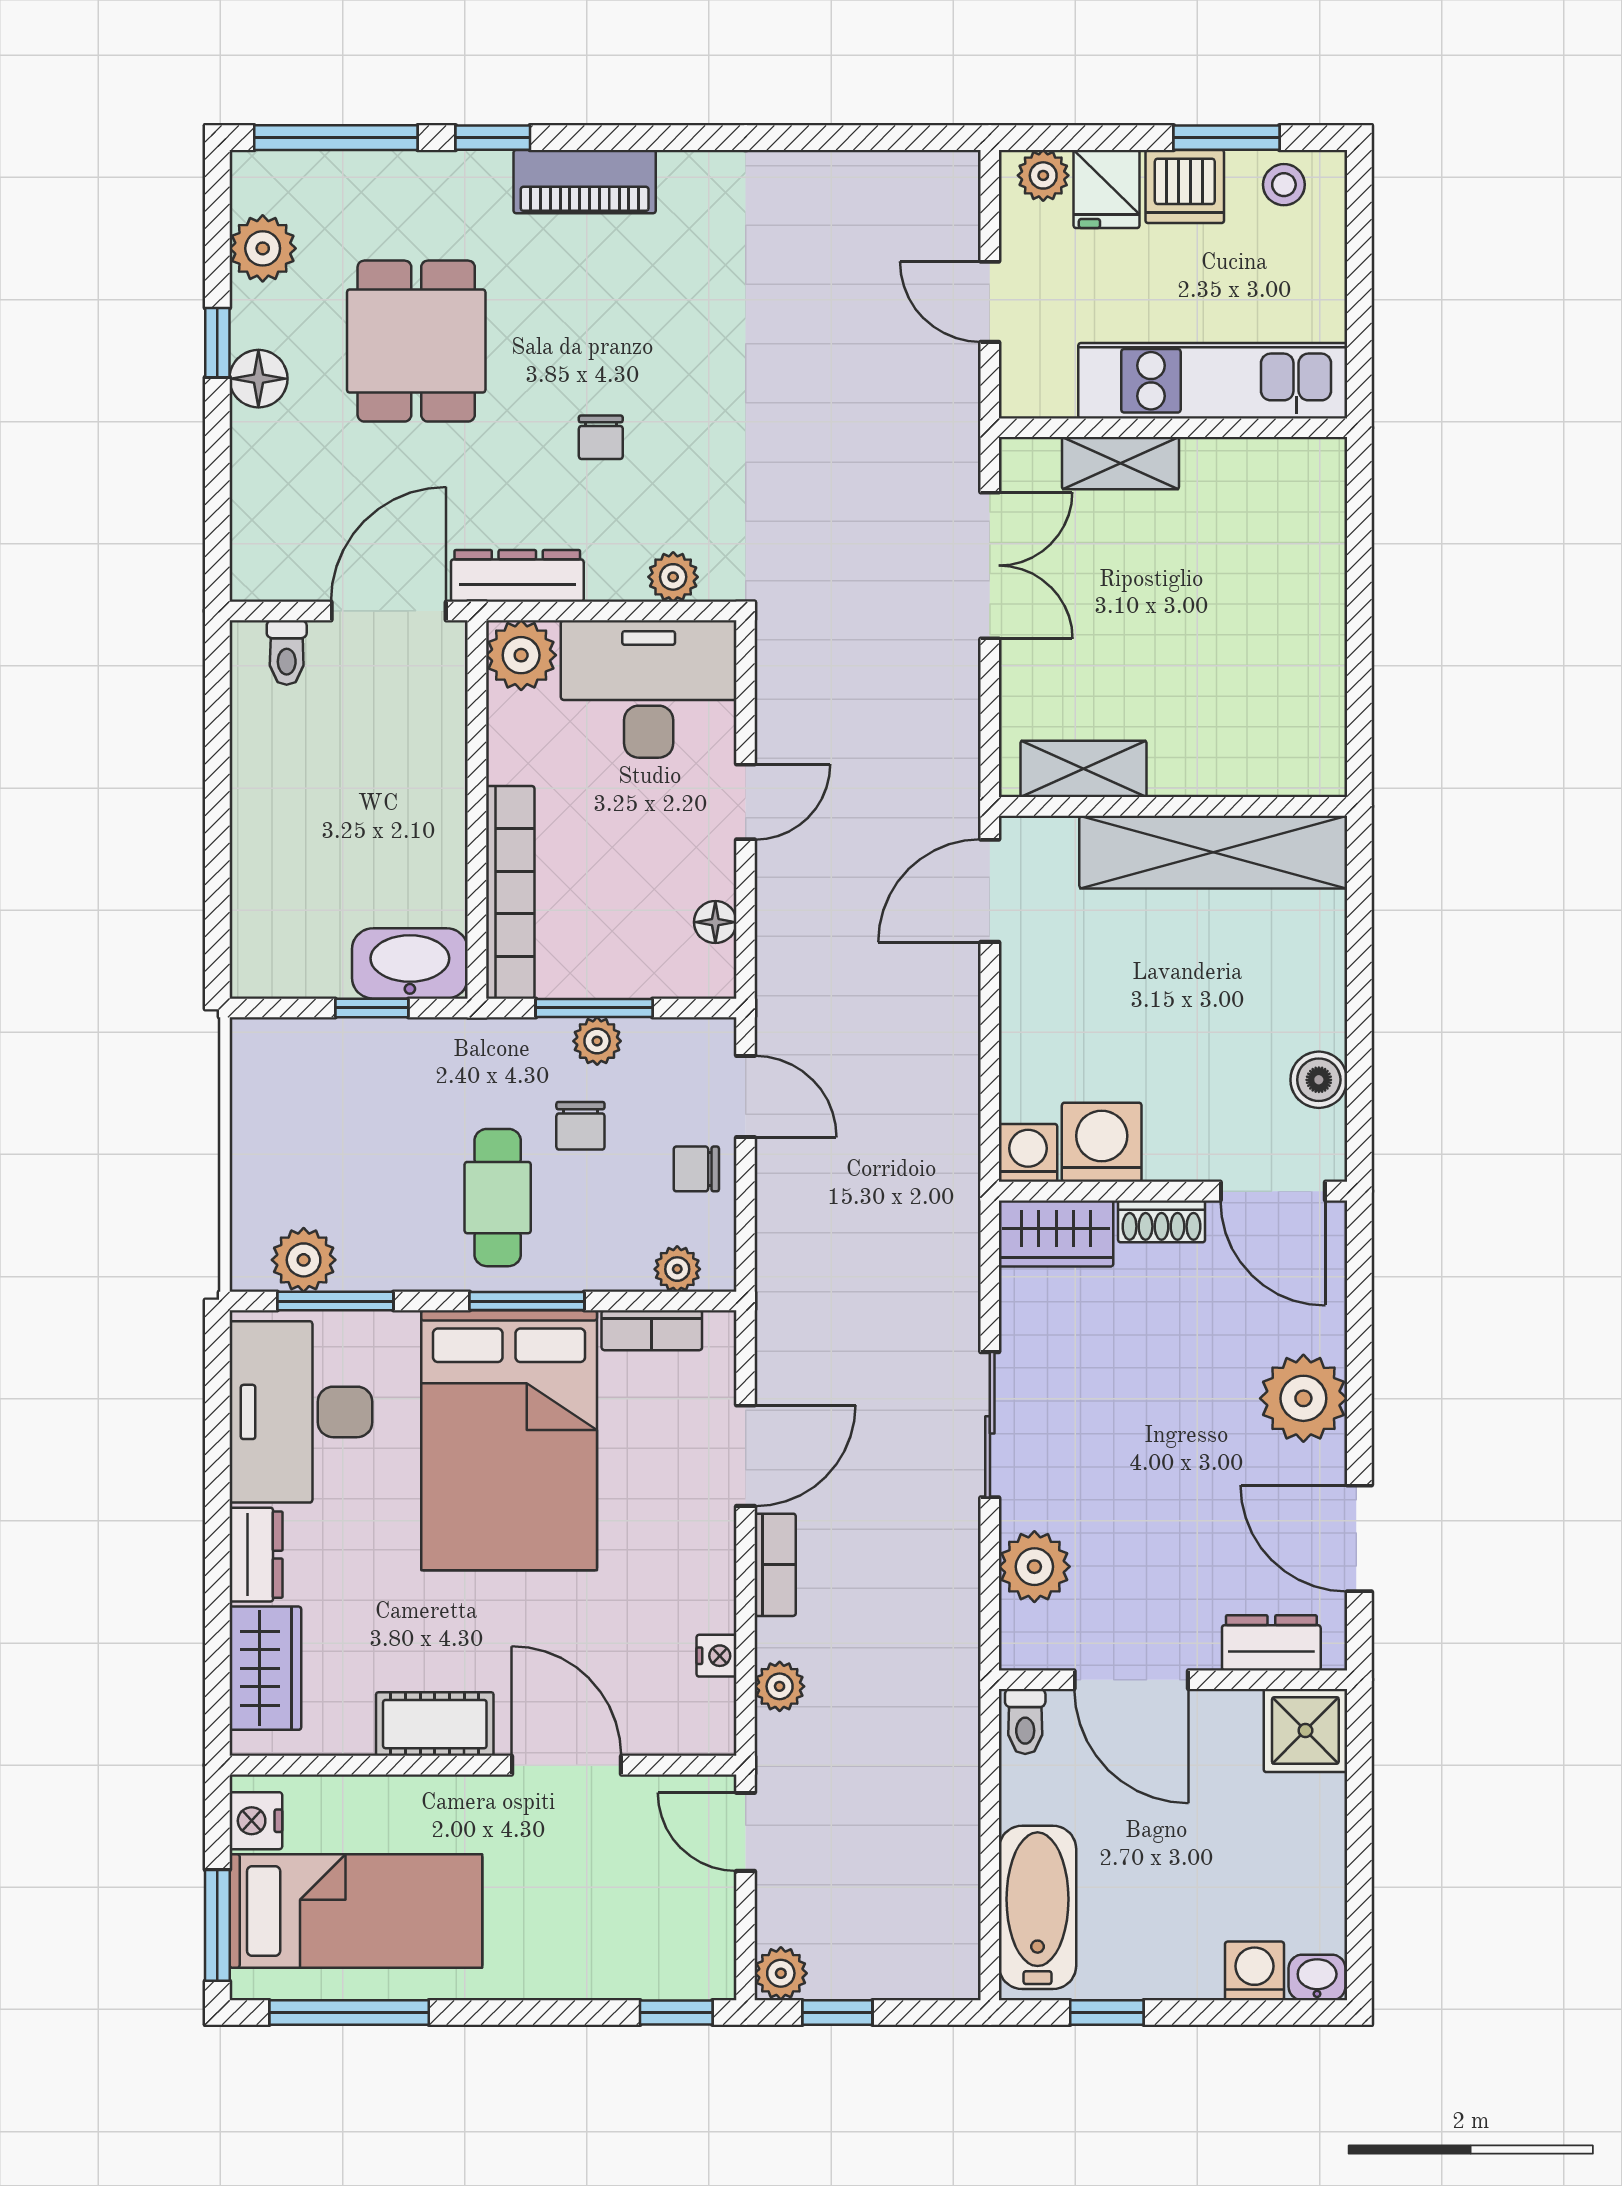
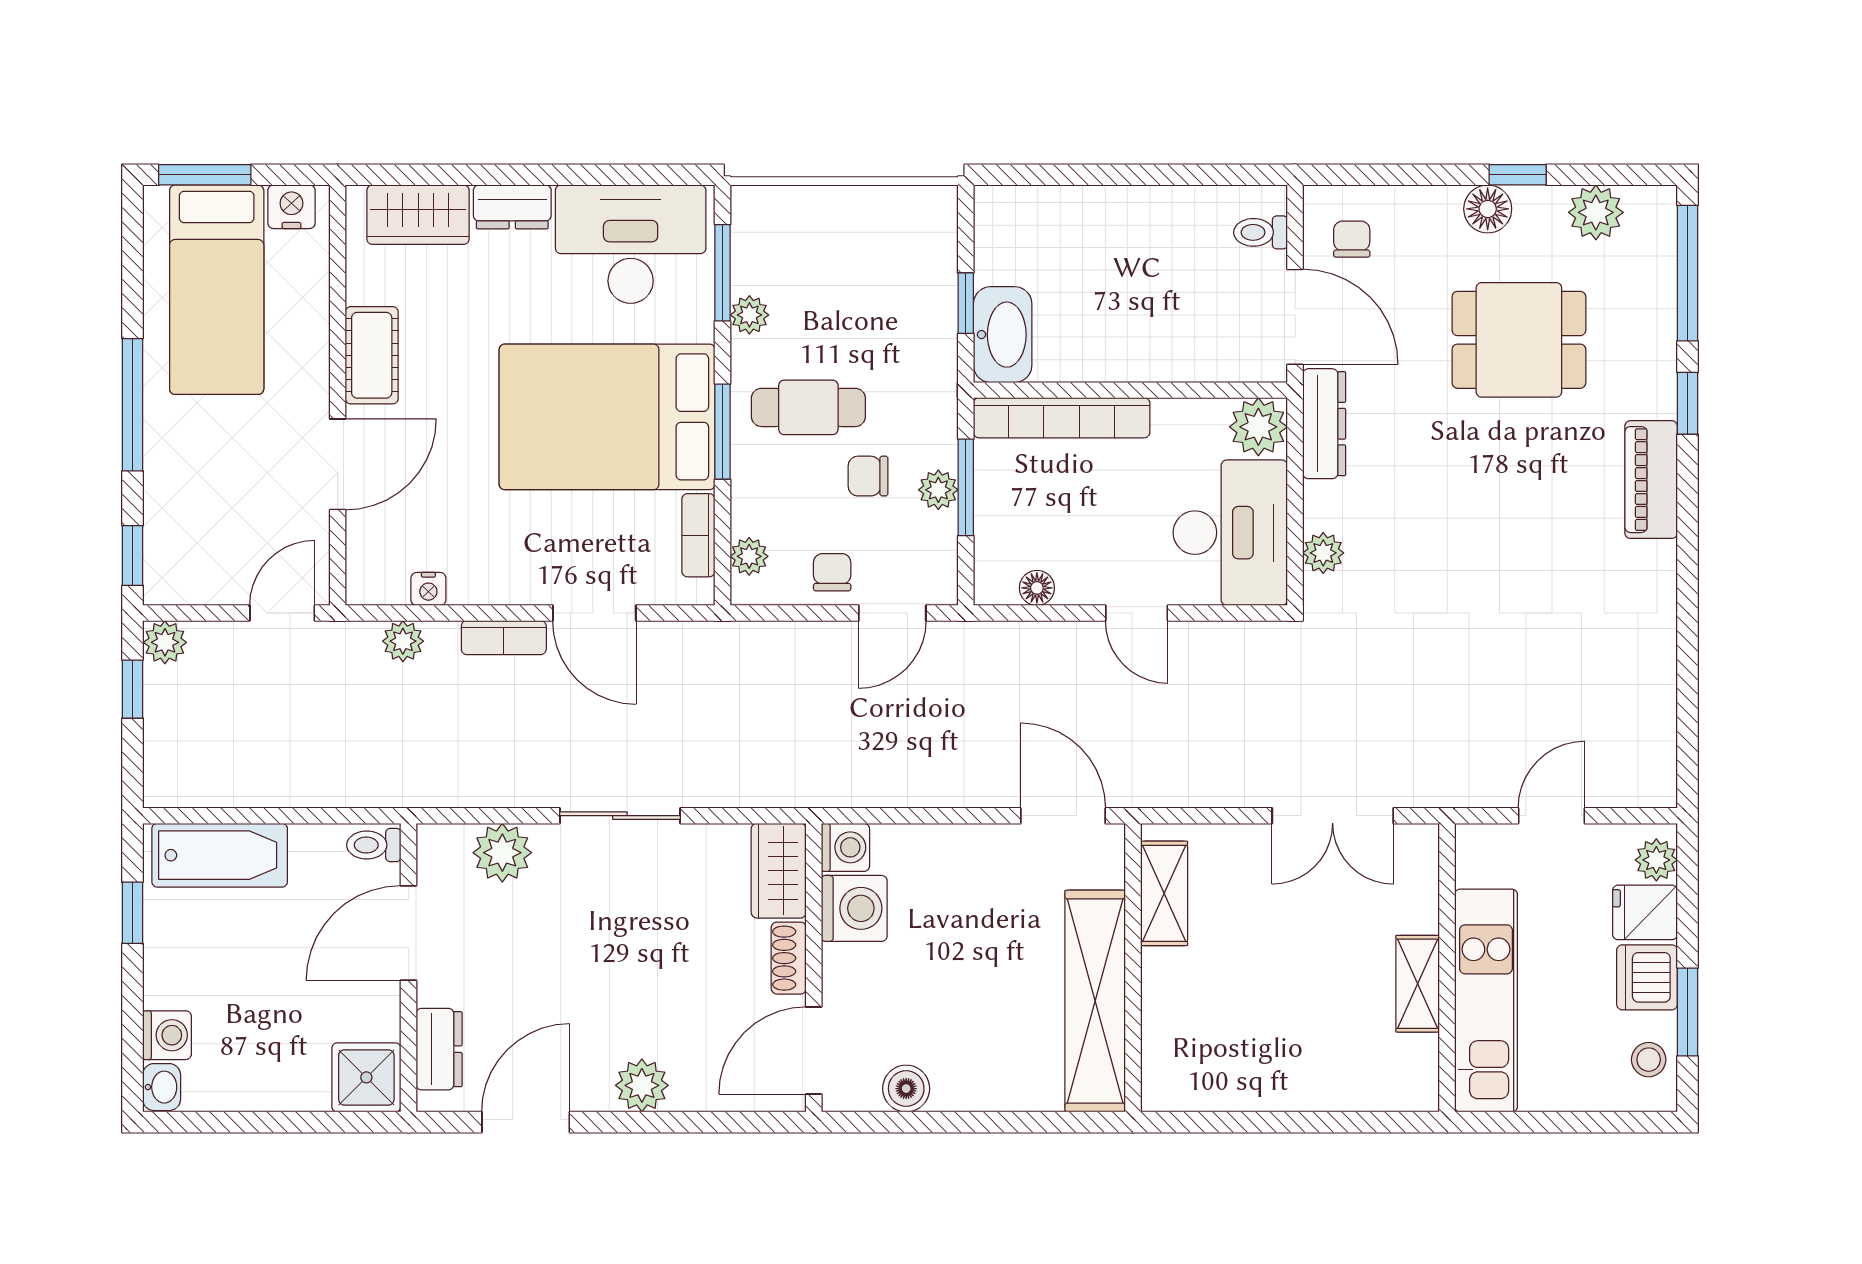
chair: (601, 437) -> (1352, 239), moved, turned 90
shelving: (1120, 463) -> (1418, 984), moved
plant: (304, 1260) -> (749, 315), moved, width x0.73, depth x0.73
plant: (1303, 1398) -> (642, 1085), width x0.73, depth x0.73
window: (349, 2012) -> (132, 405), moved

